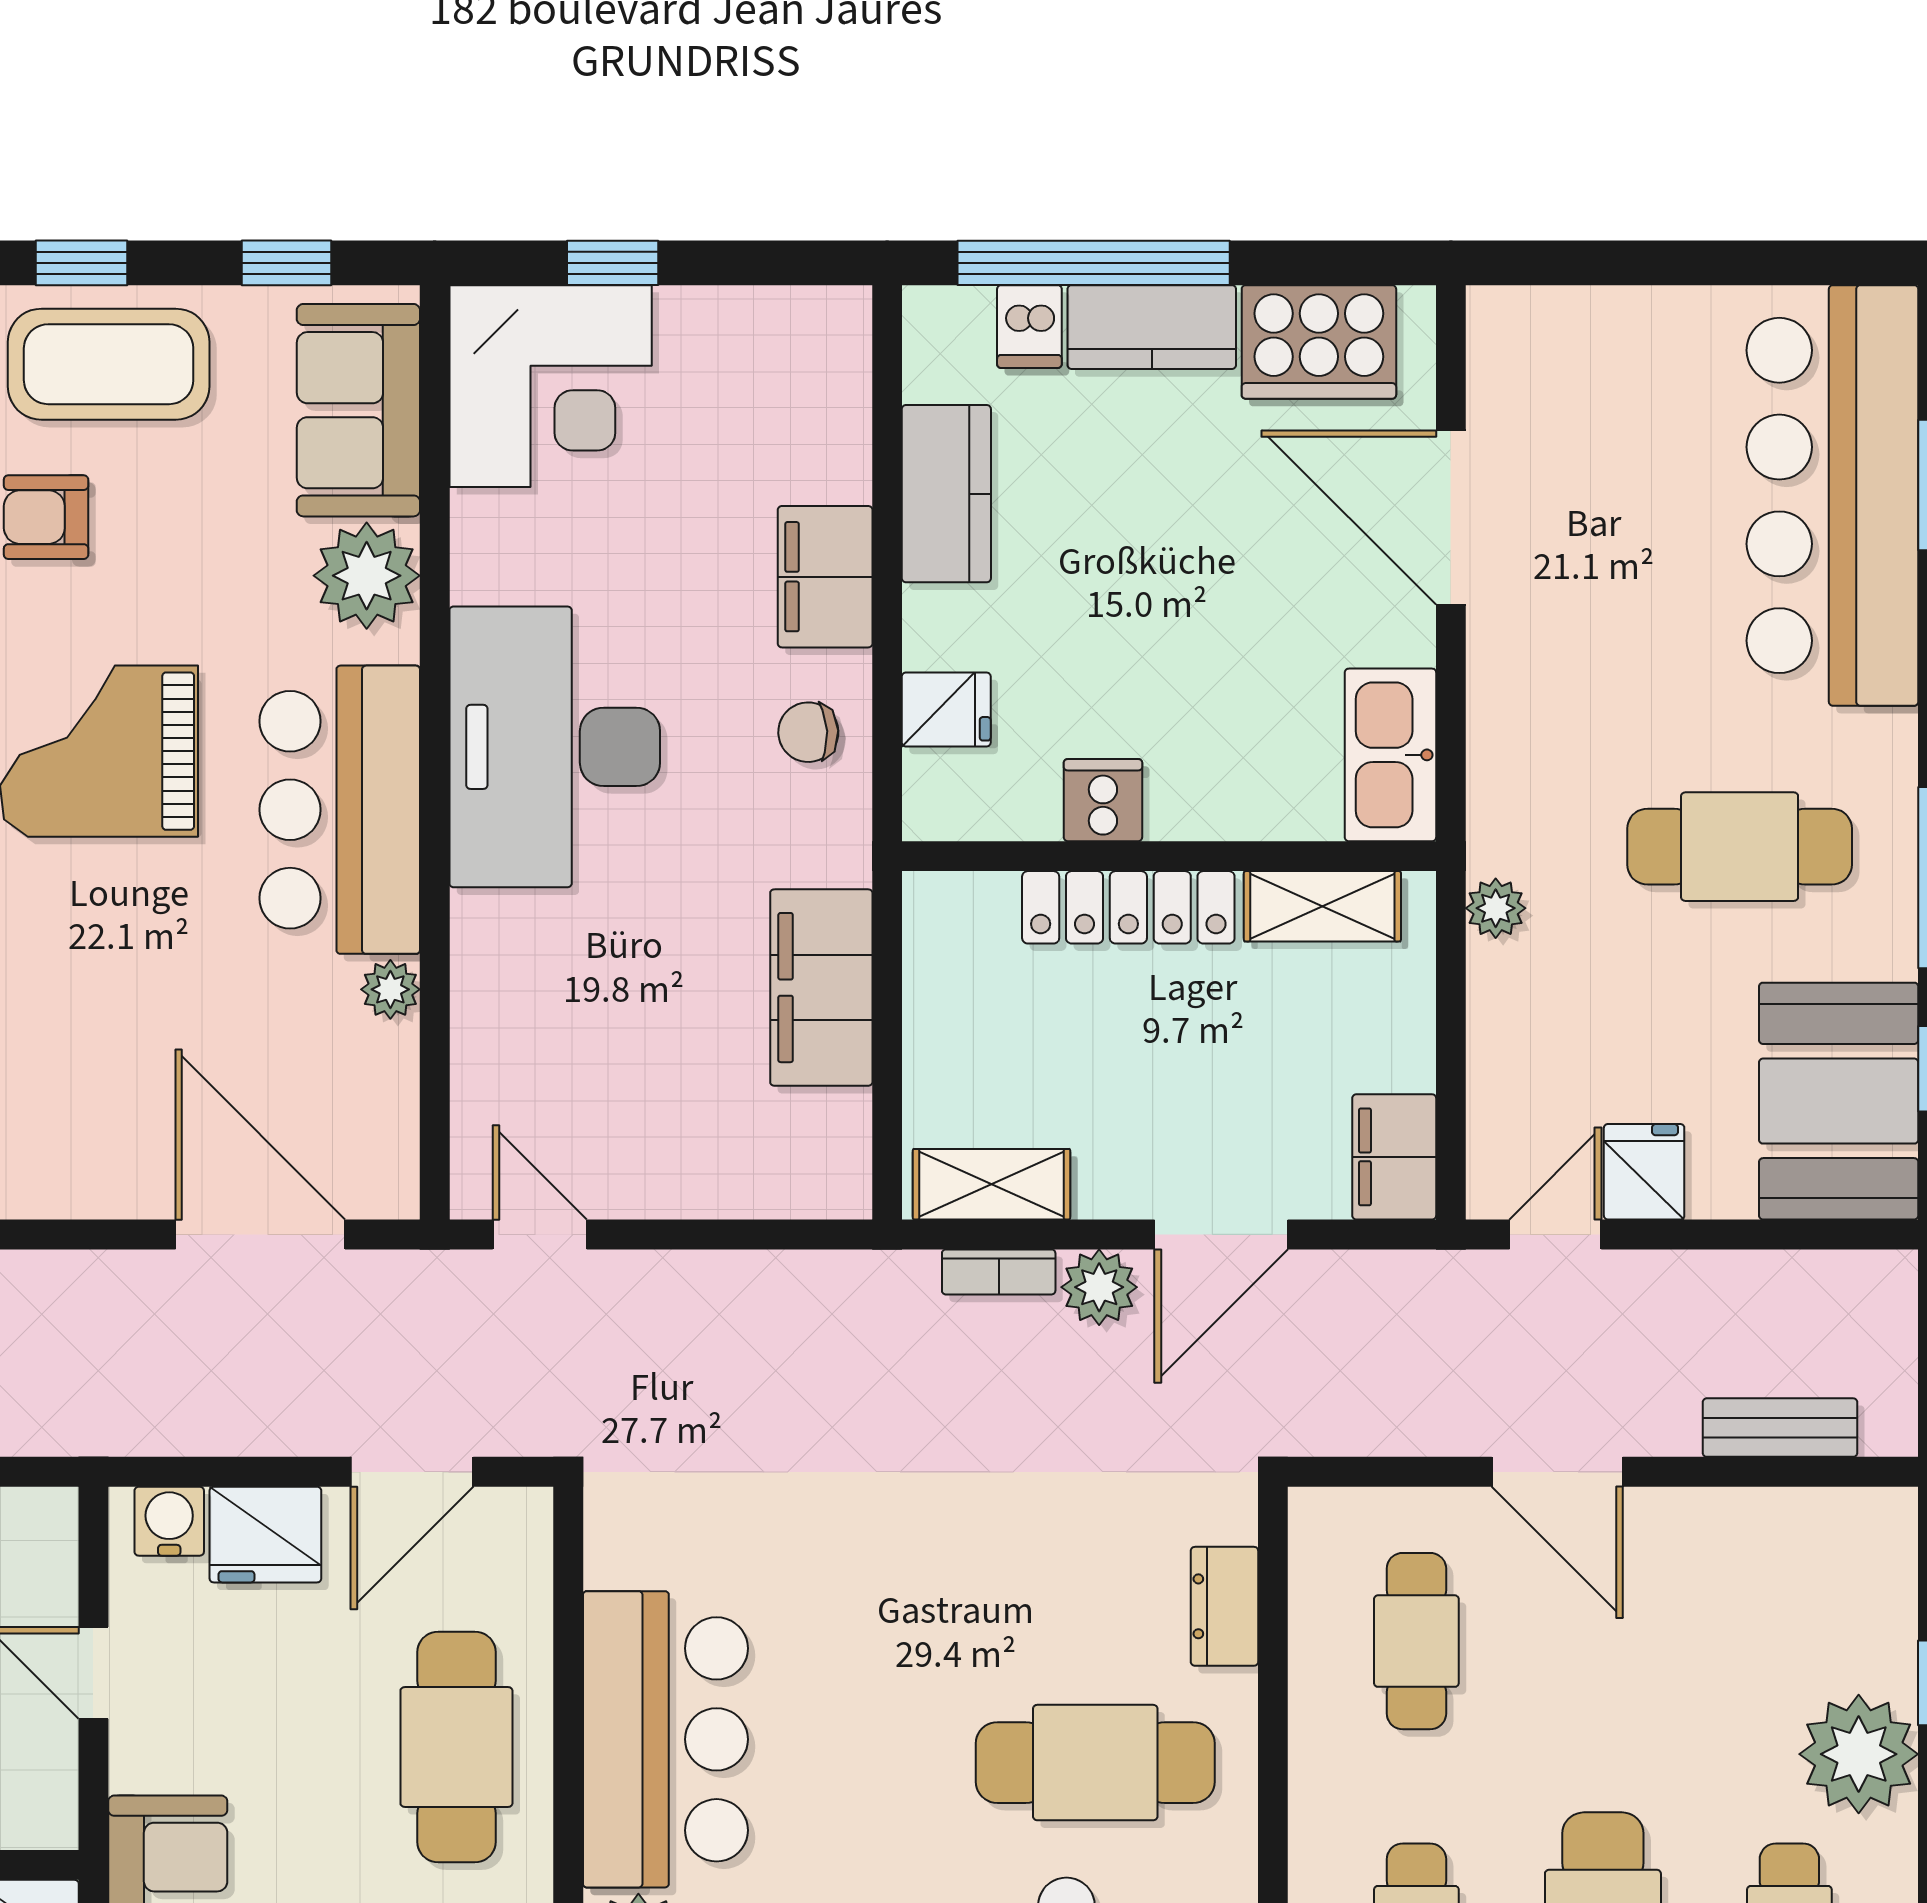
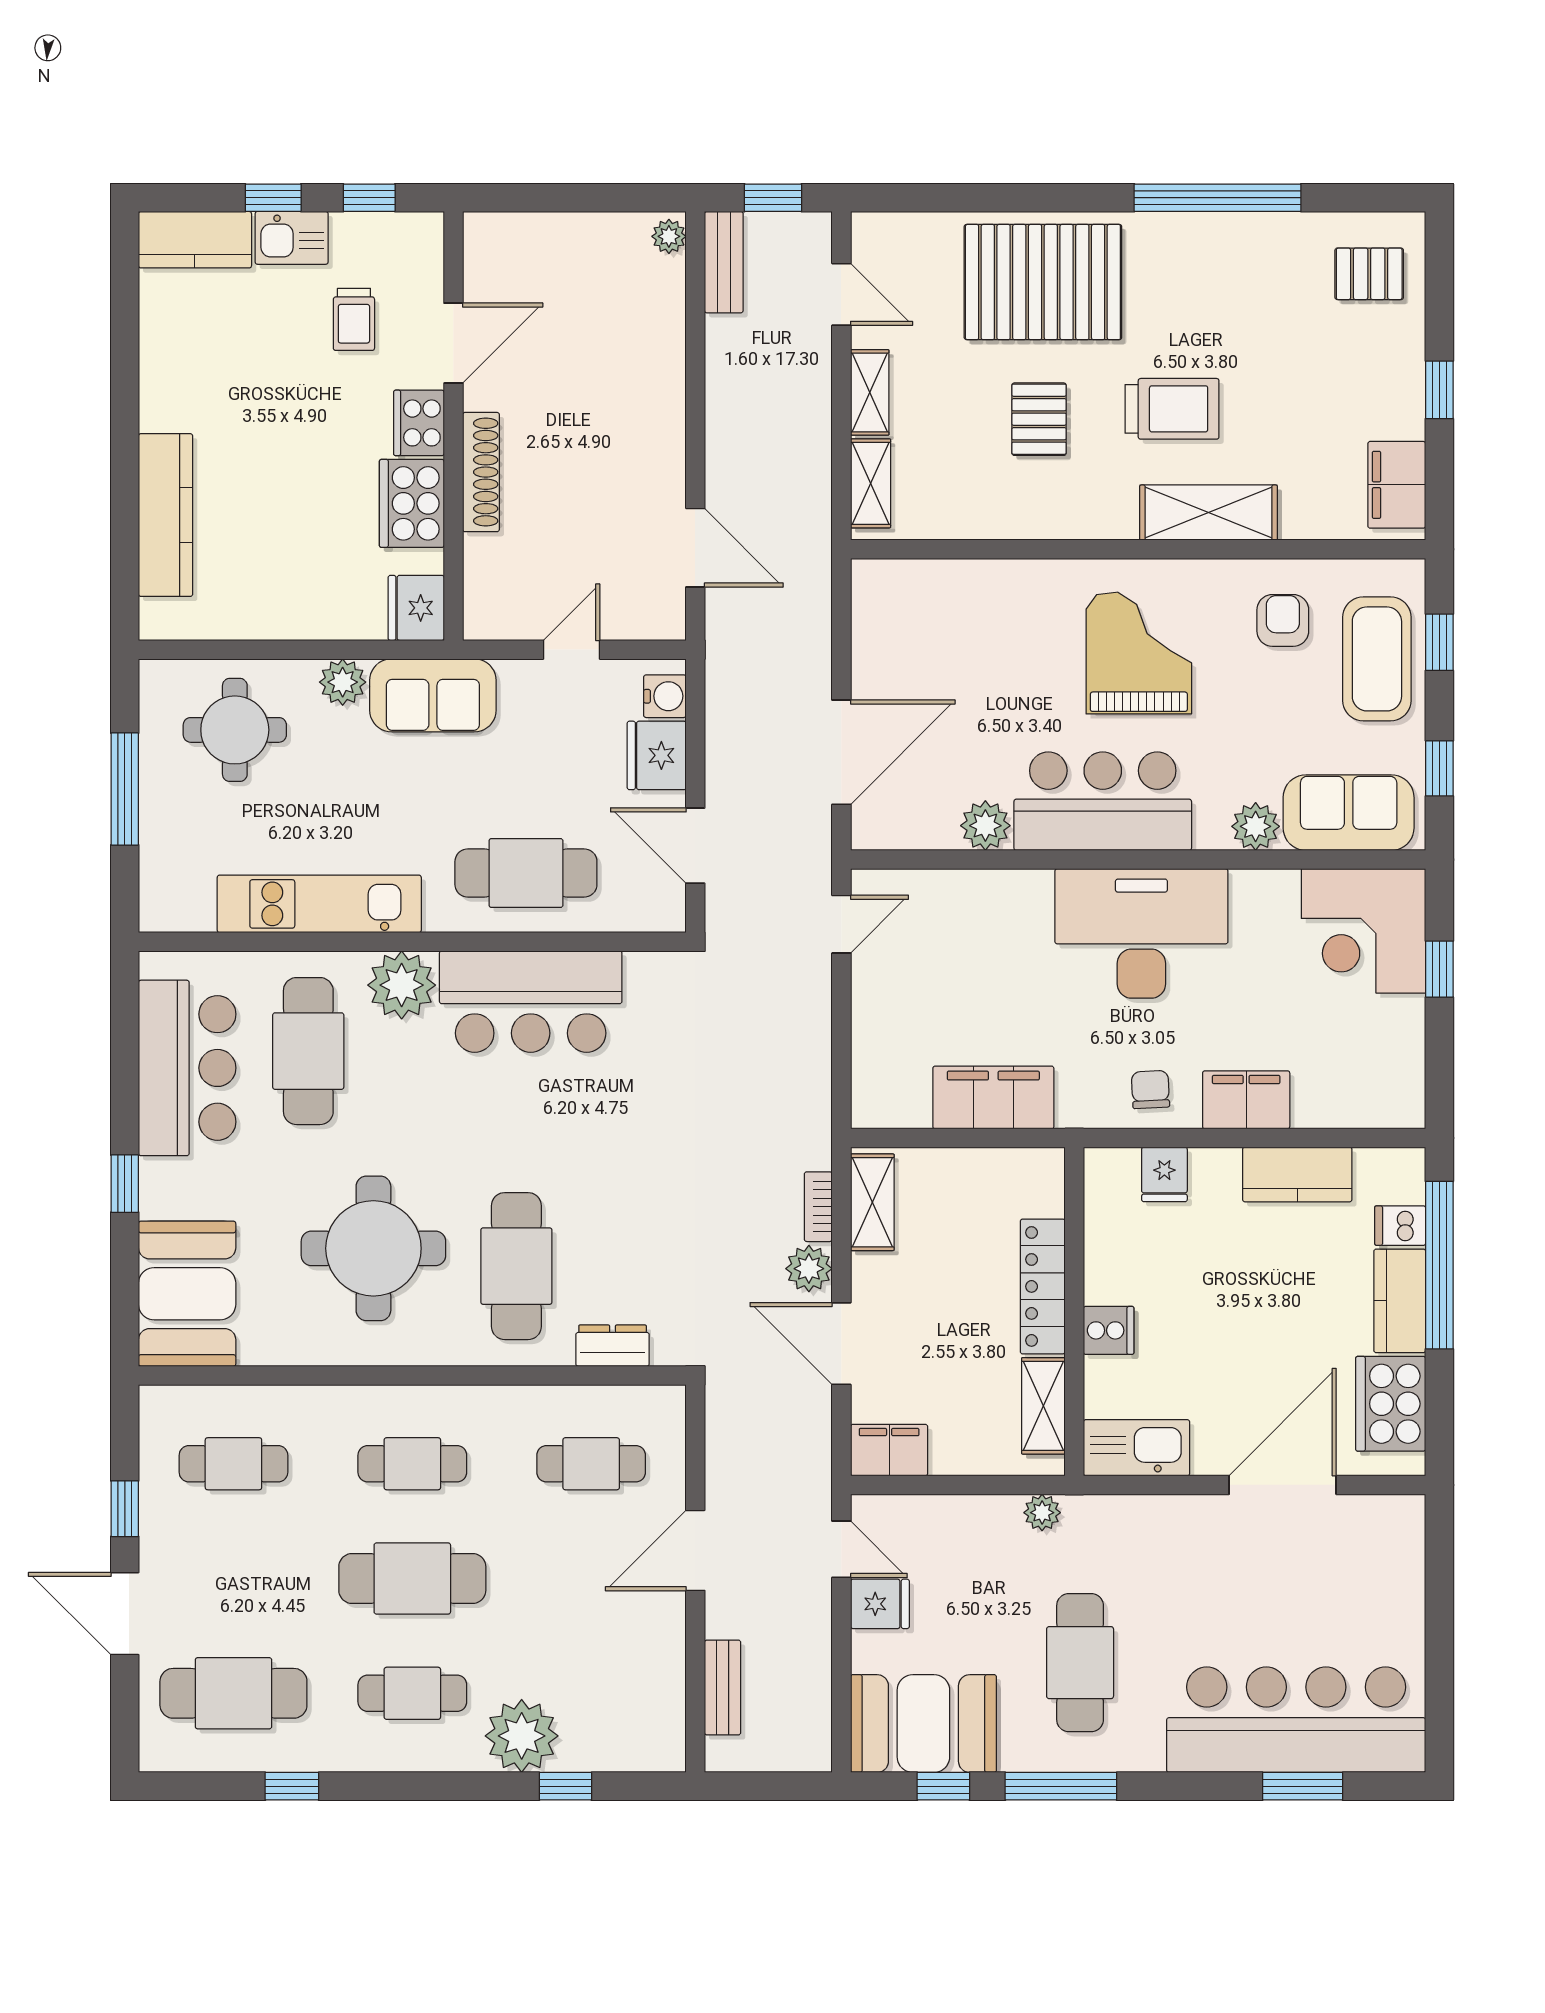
plant: (367, 576) -> (1256, 826), width x0.73, depth x0.73
cooker: (1103, 800) -> (1109, 1330), moved
plant: (390, 989) -> (985, 826), width x1.38, depth x1.38

